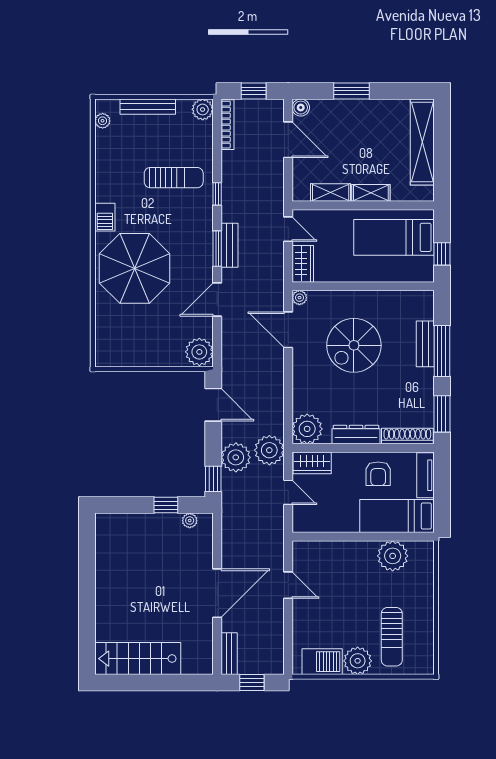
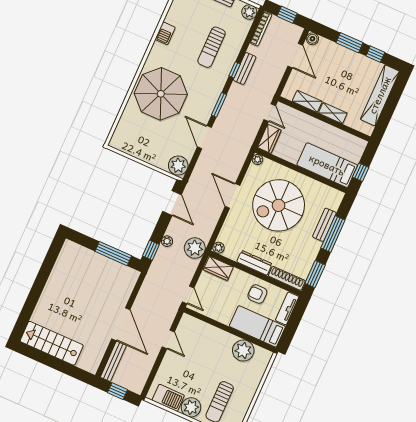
window: (392, 91) -> (375, 54), added
sun lounger: (174, 178) -> (212, 47), turned 90
barbecue: (105, 217) -> (165, 33), moved
bed: (394, 237) -> (327, 165), moved
bench: (229, 245) -> (245, 69), moved
door: (217, 300) -> (204, 137), hinge flipped
door: (288, 330) -> (232, 196), moved
spiral stairs: (354, 345) -> (279, 205), width x1.37, depth x1.37
plant: (307, 429) -> (218, 248), width x0.53, depth x0.53
plant: (236, 457) -> (167, 241), width x0.53, depth x0.53
armchair: (378, 474) -> (257, 294), turned 90
door: (288, 492) -> (188, 295), moved
window: (166, 505) -> (113, 254), width x2.17
plant: (190, 521) -> (124, 270), removed
door: (217, 593) -> (121, 324), hinge flipped
bench: (229, 654) -> (113, 361), width x1.36

